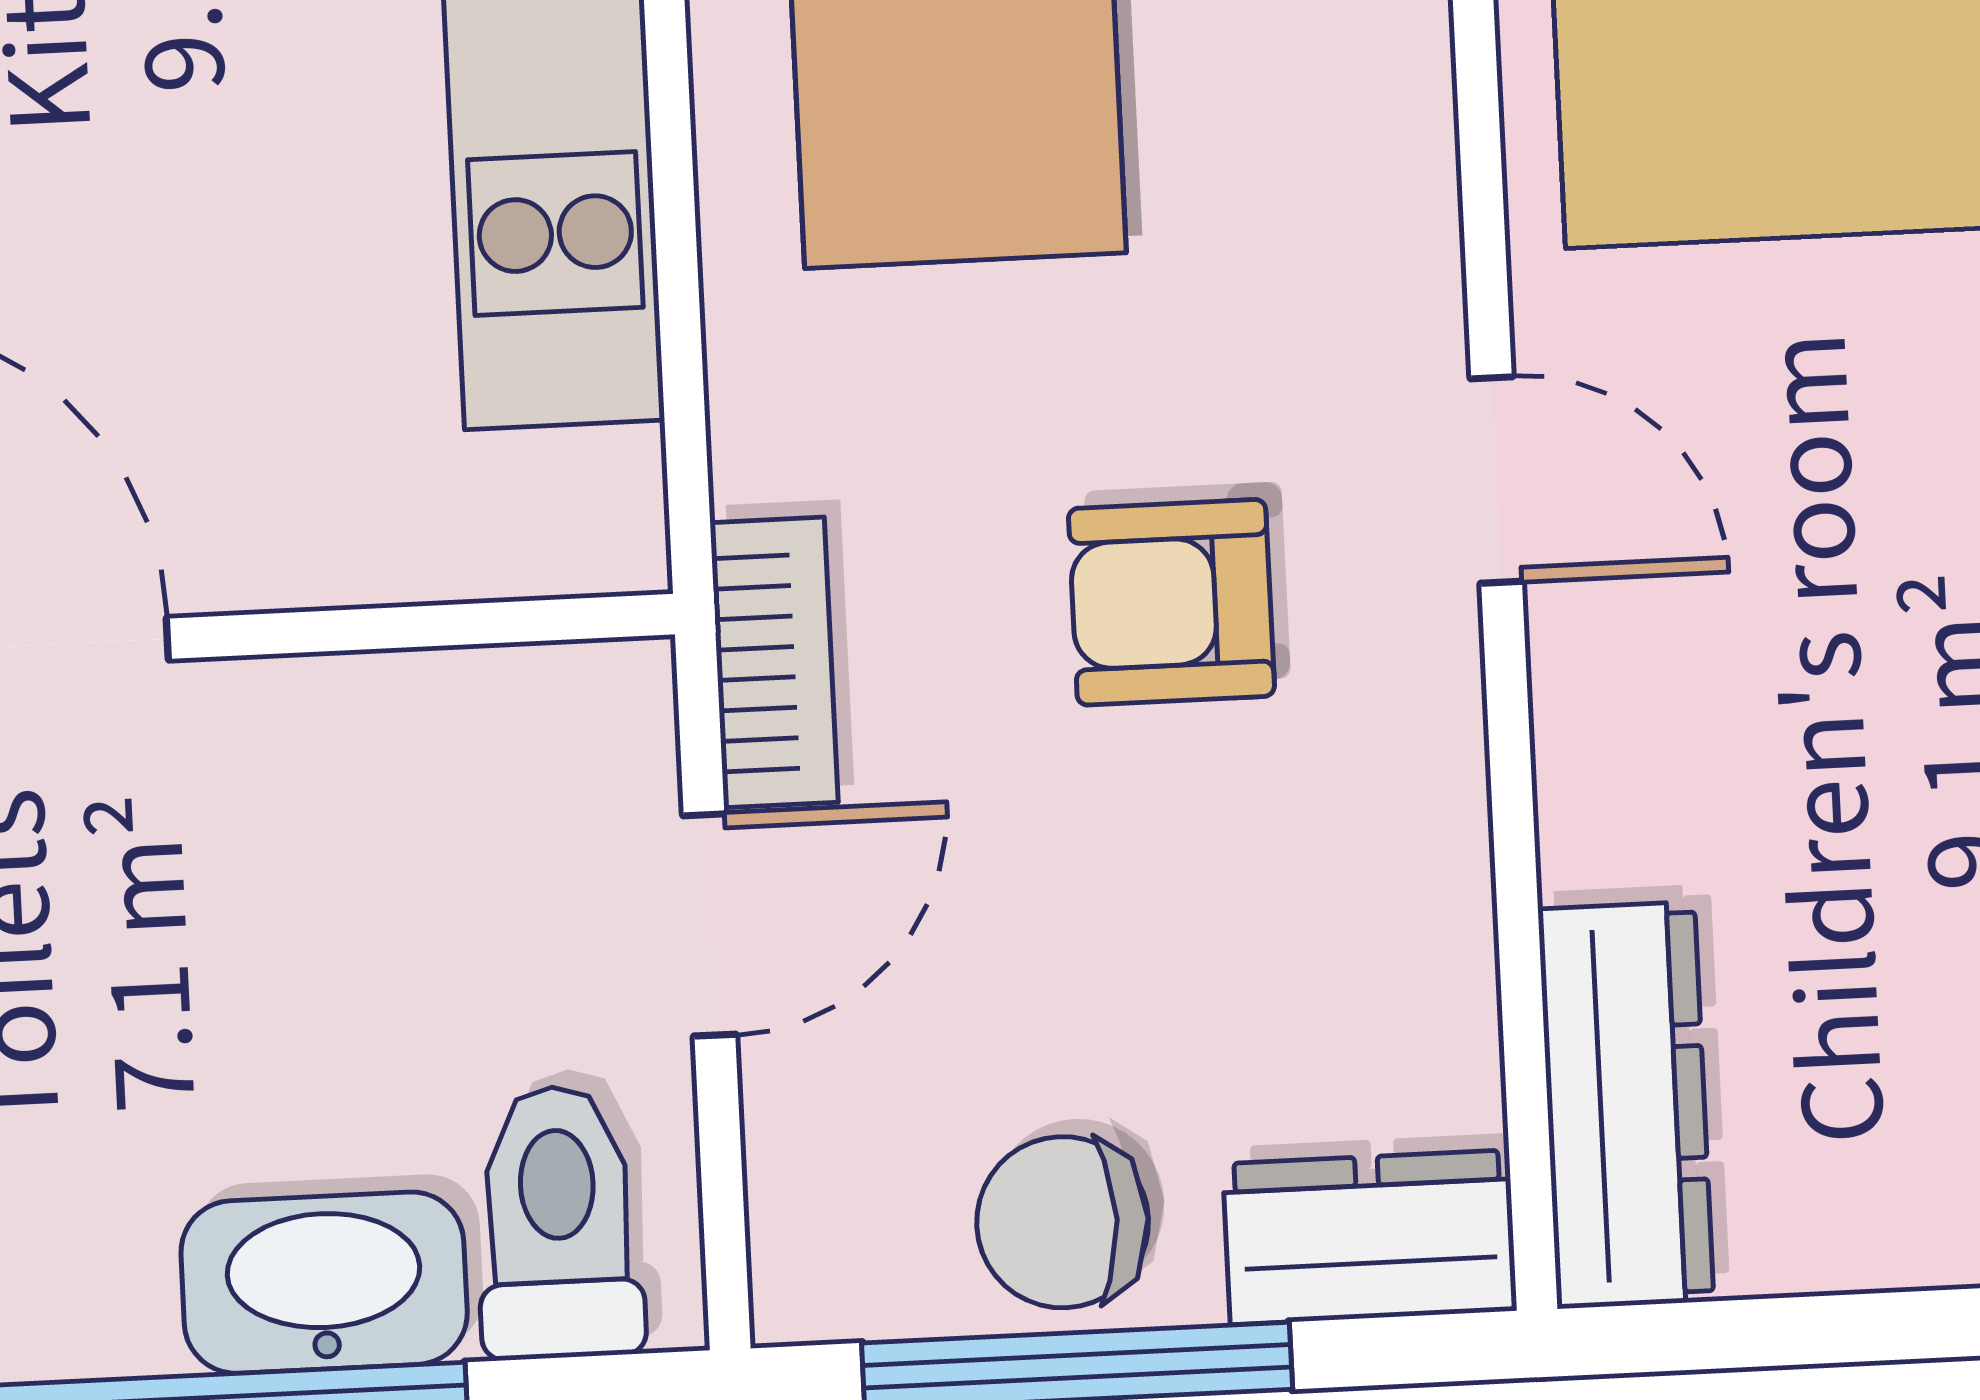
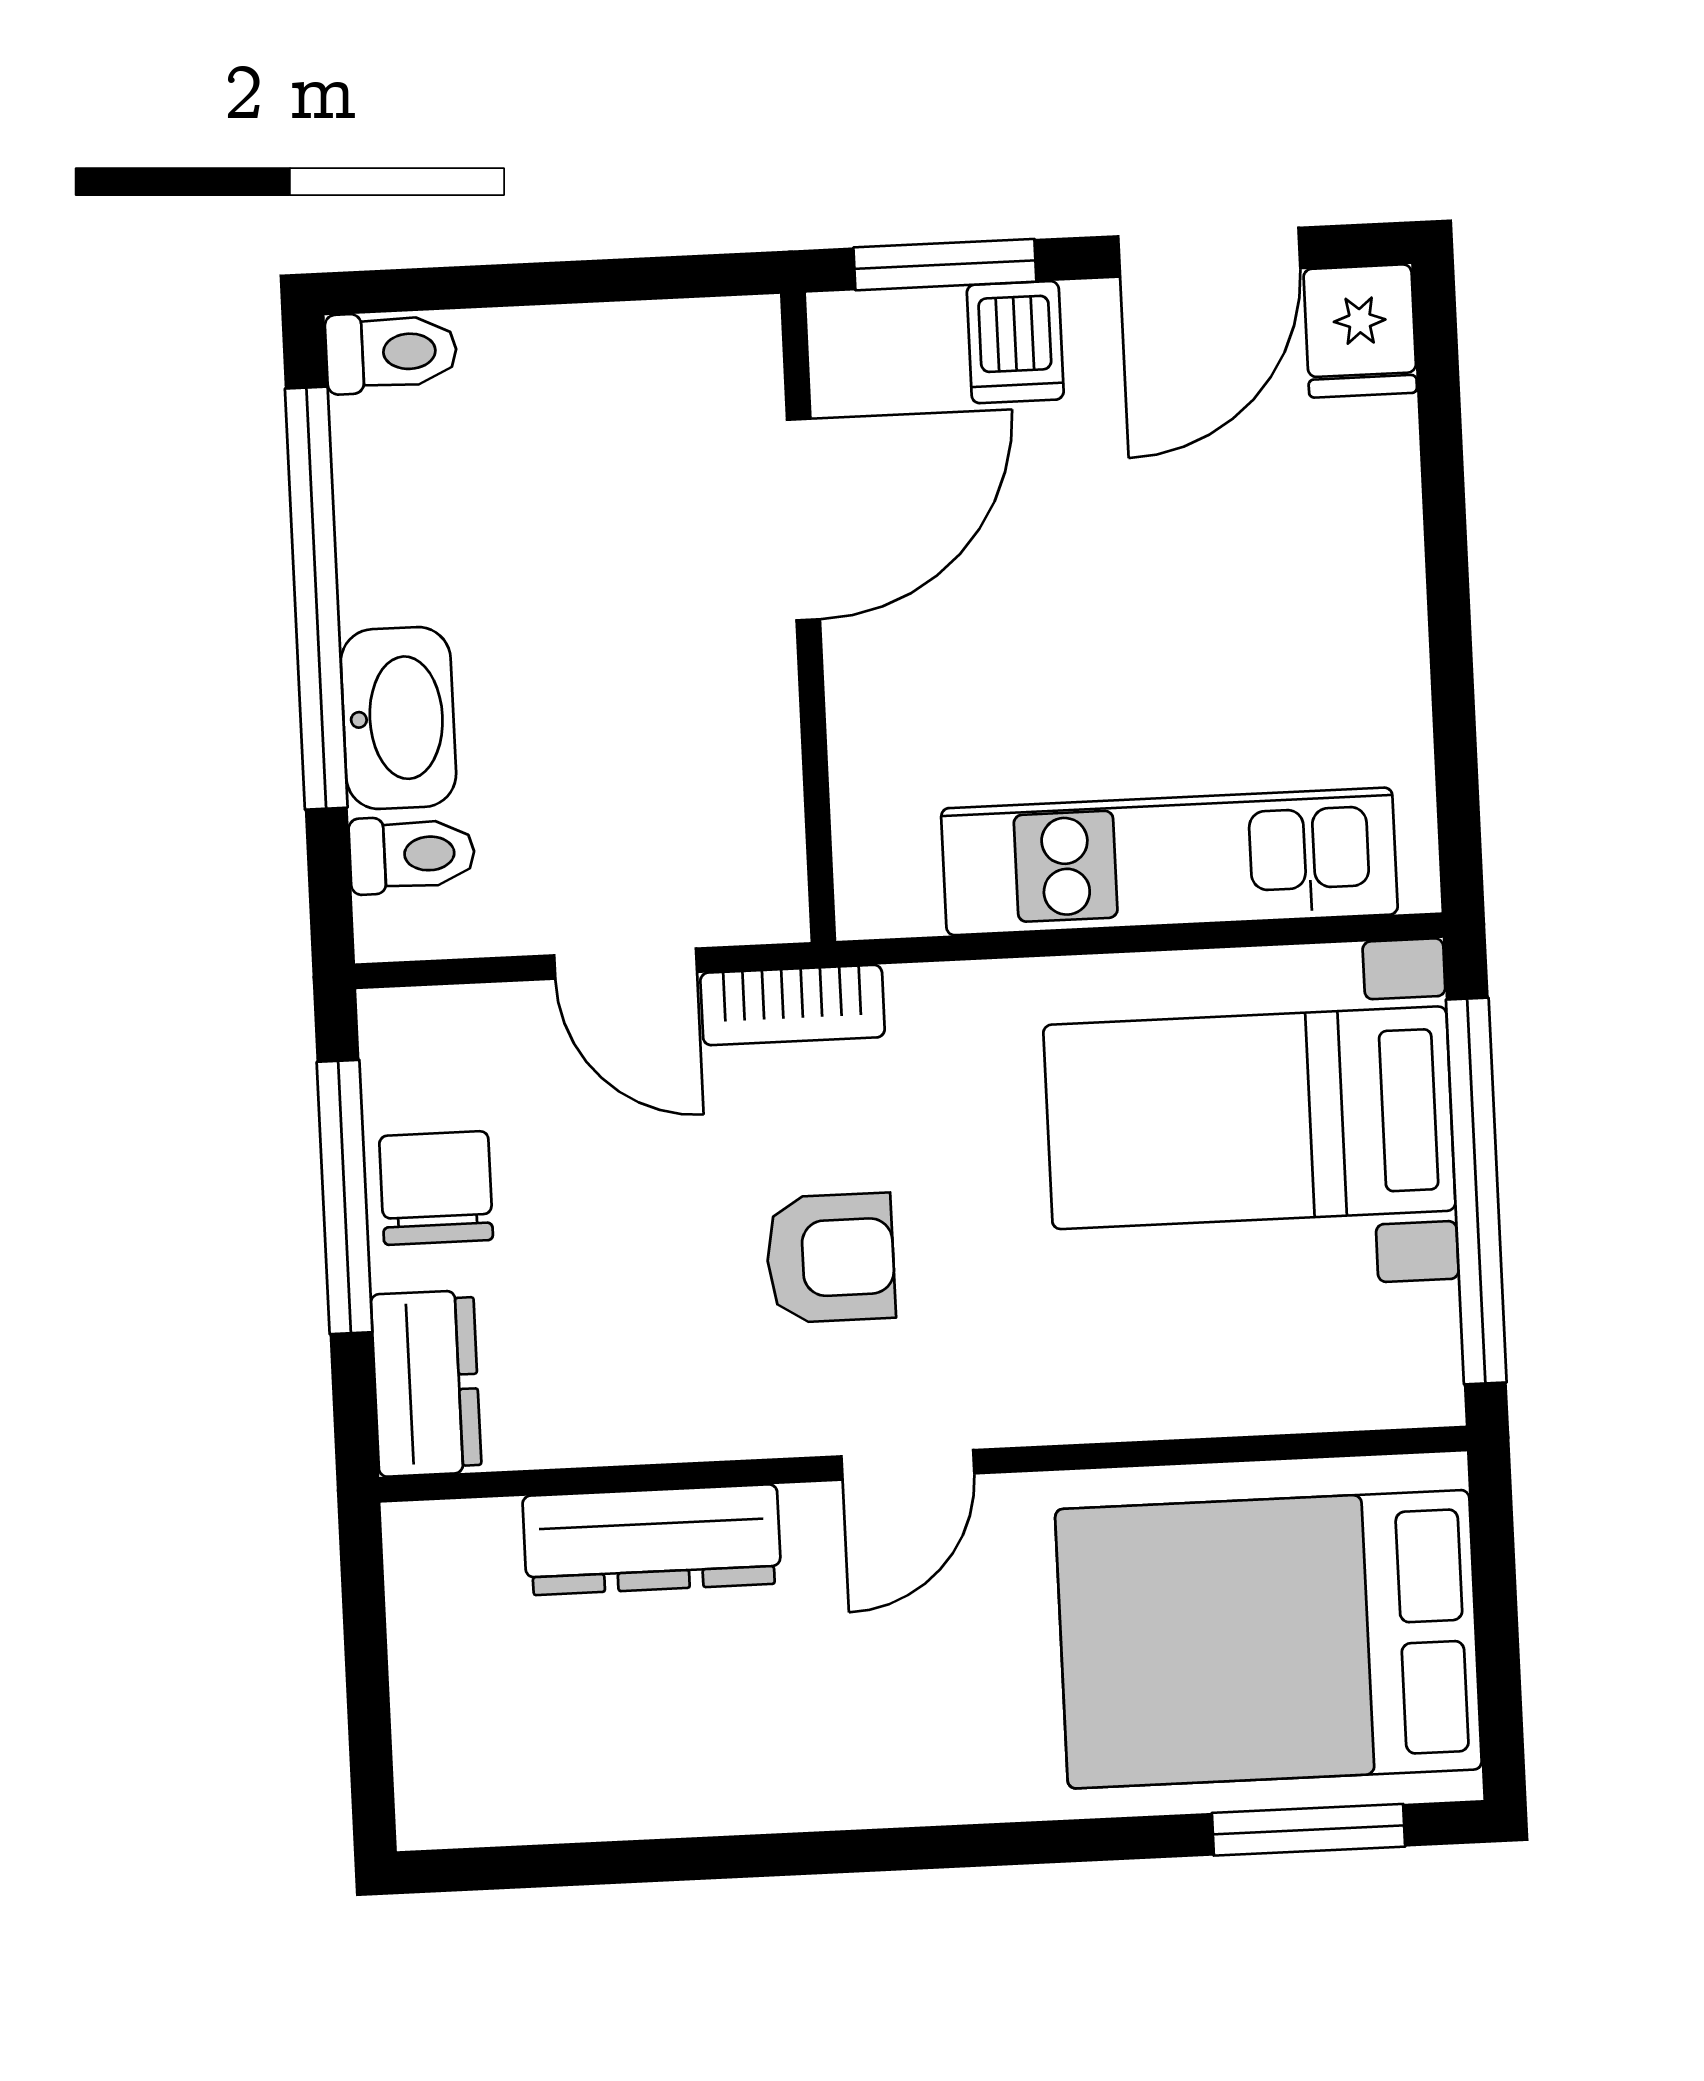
armchair: (1171, 602) -> (830, 1258), turned 90
dresser: (1626, 1105) -> (652, 1540), moved
toilet: (559, 1222) -> (412, 854), width x0.73, depth x0.72

